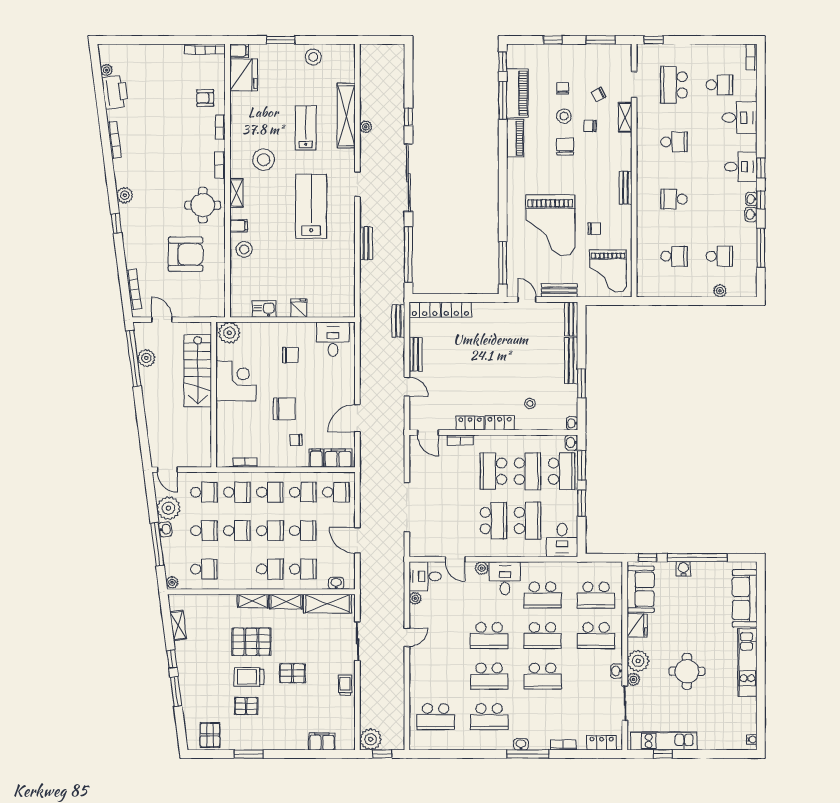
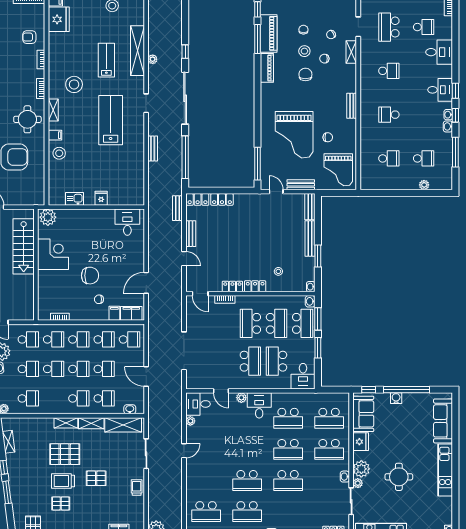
chair: (291, 355) -> (95, 234), removed
school desk: (527, 521) -> (277, 361), turned 180
school desk: (489, 636) -> (247, 449), removed

